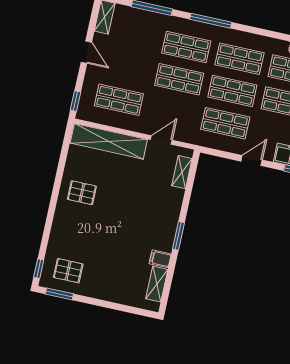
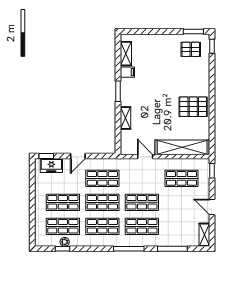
door: (161, 140) -> (145, 157), swing flipped
shelving: (182, 172) -> (125, 118), moved
pallet: (82, 193) -> (193, 107), width x1.50, depth x1.42

